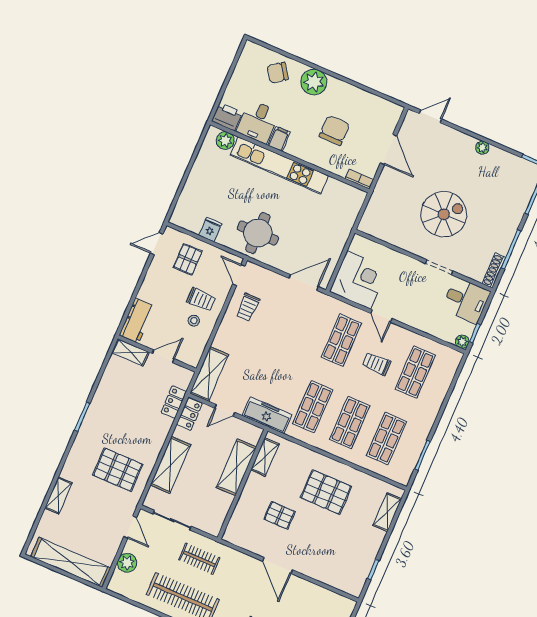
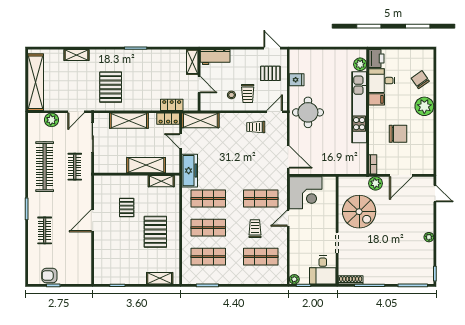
plant: (385, 186) -> (376, 183), added
spiral stairs: (444, 214) -> (359, 212), moved

